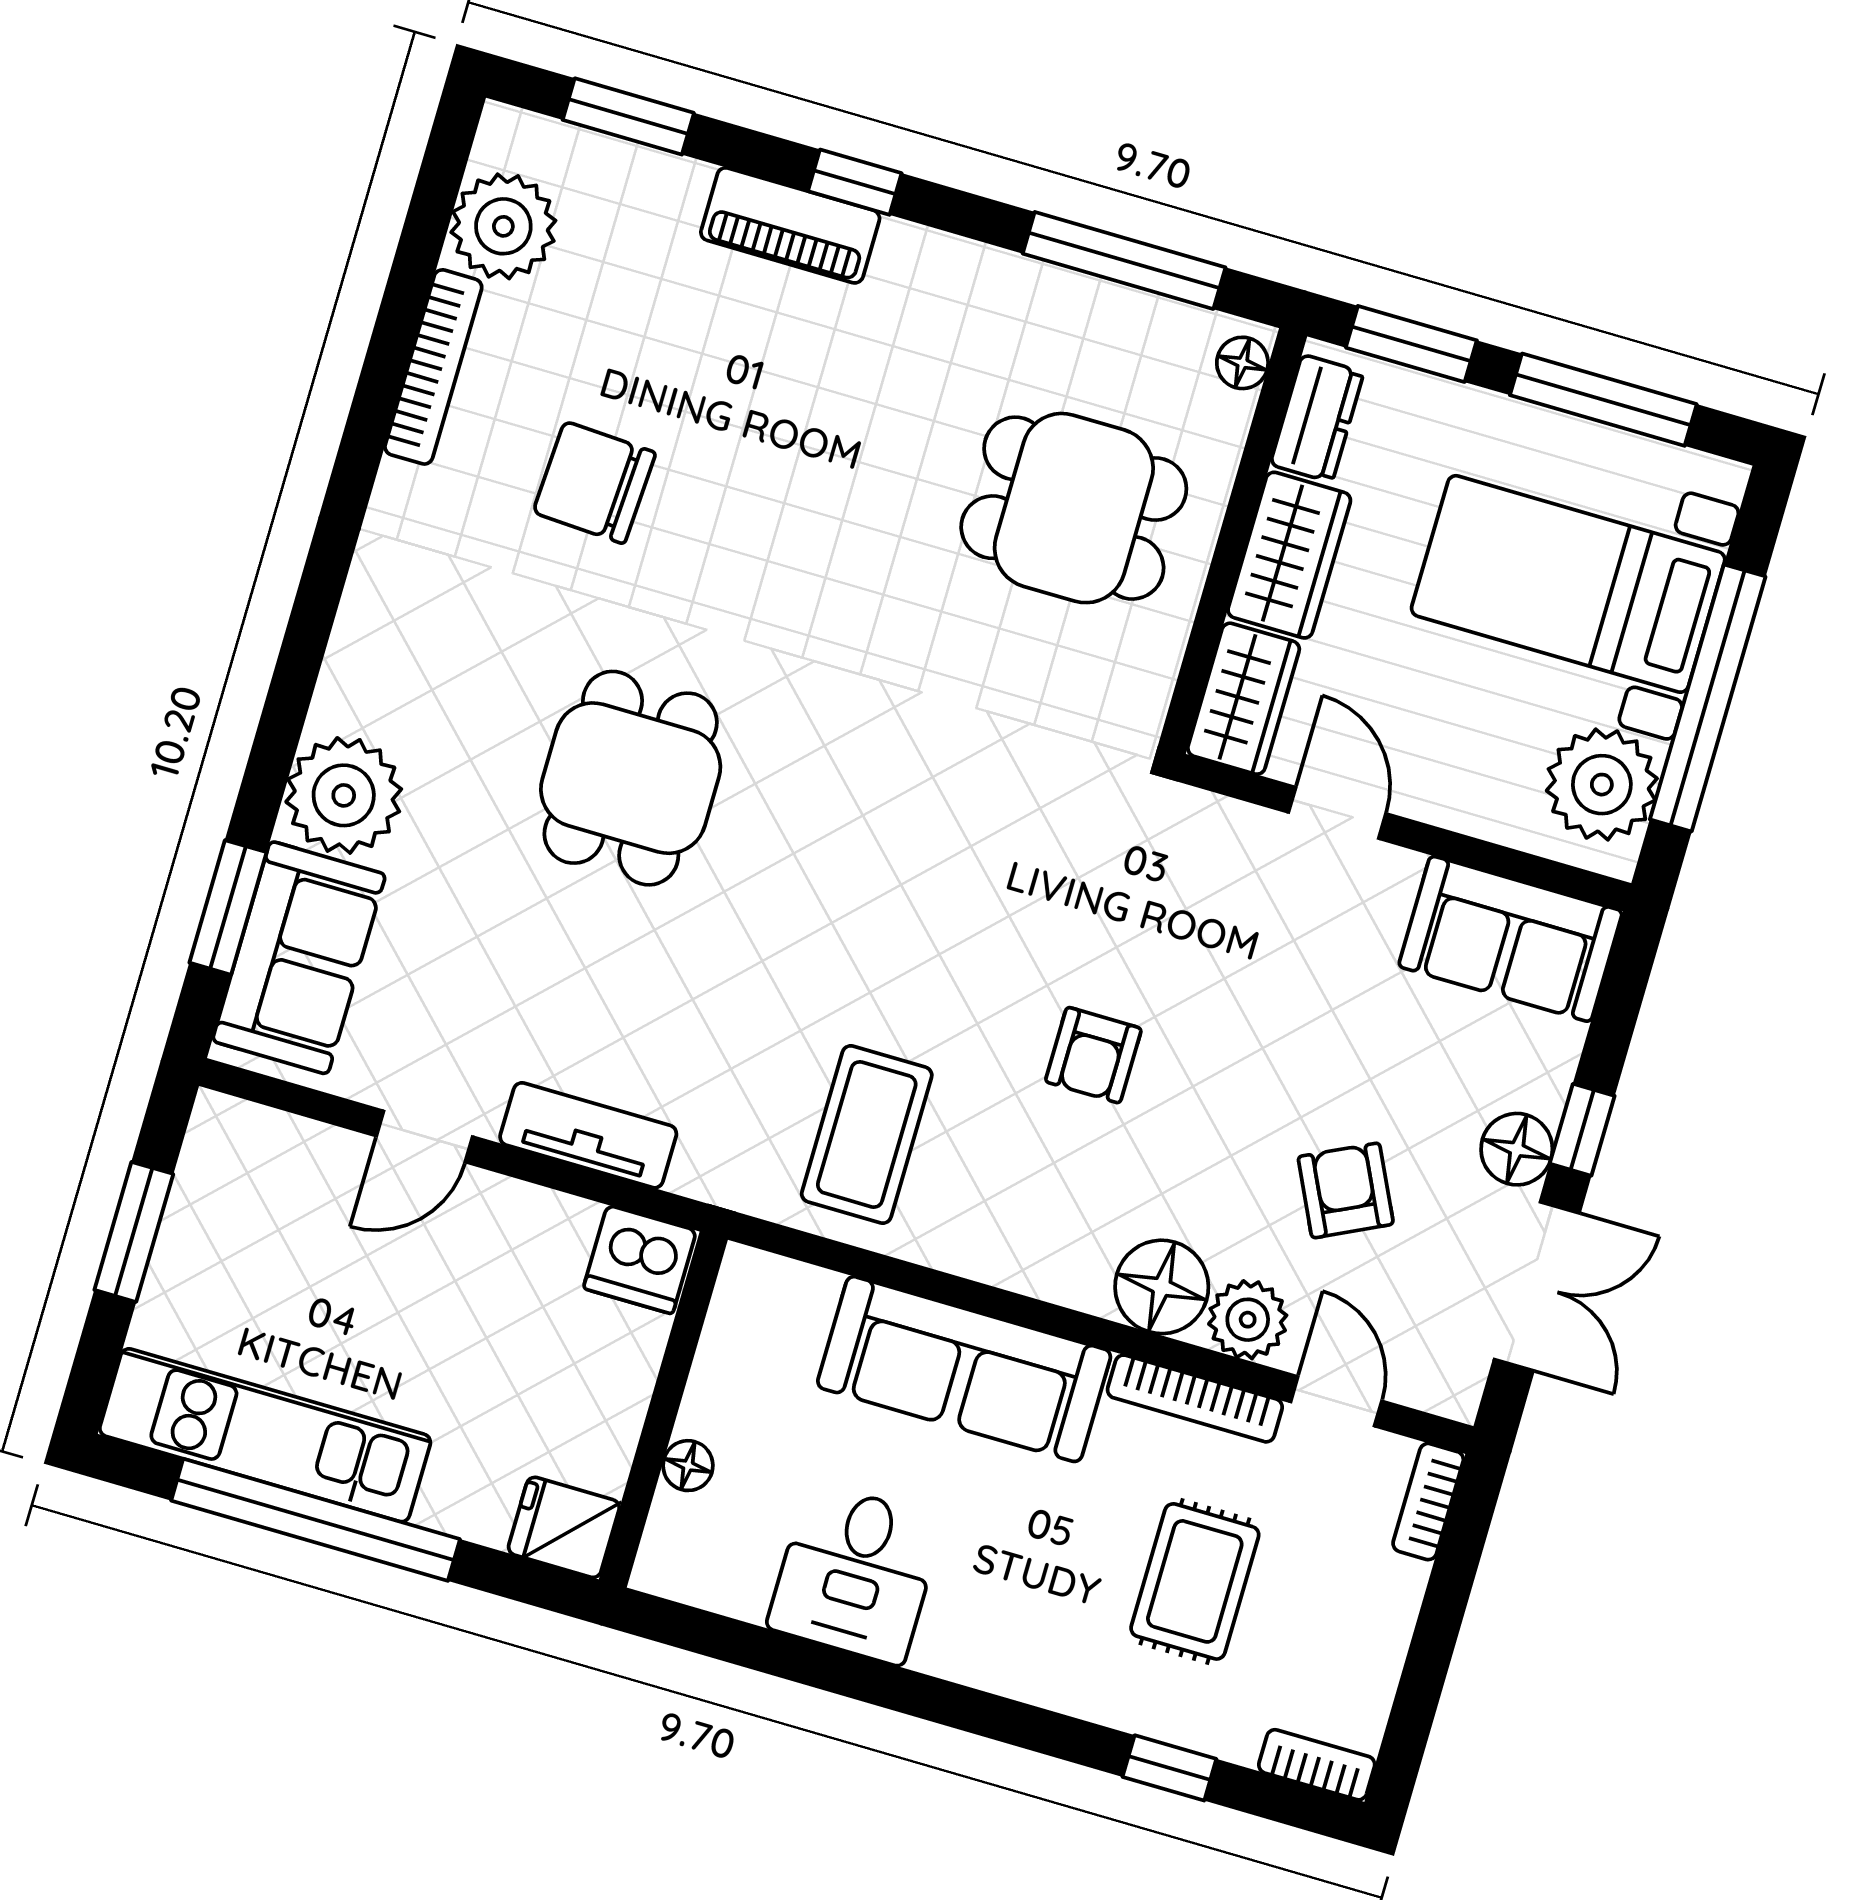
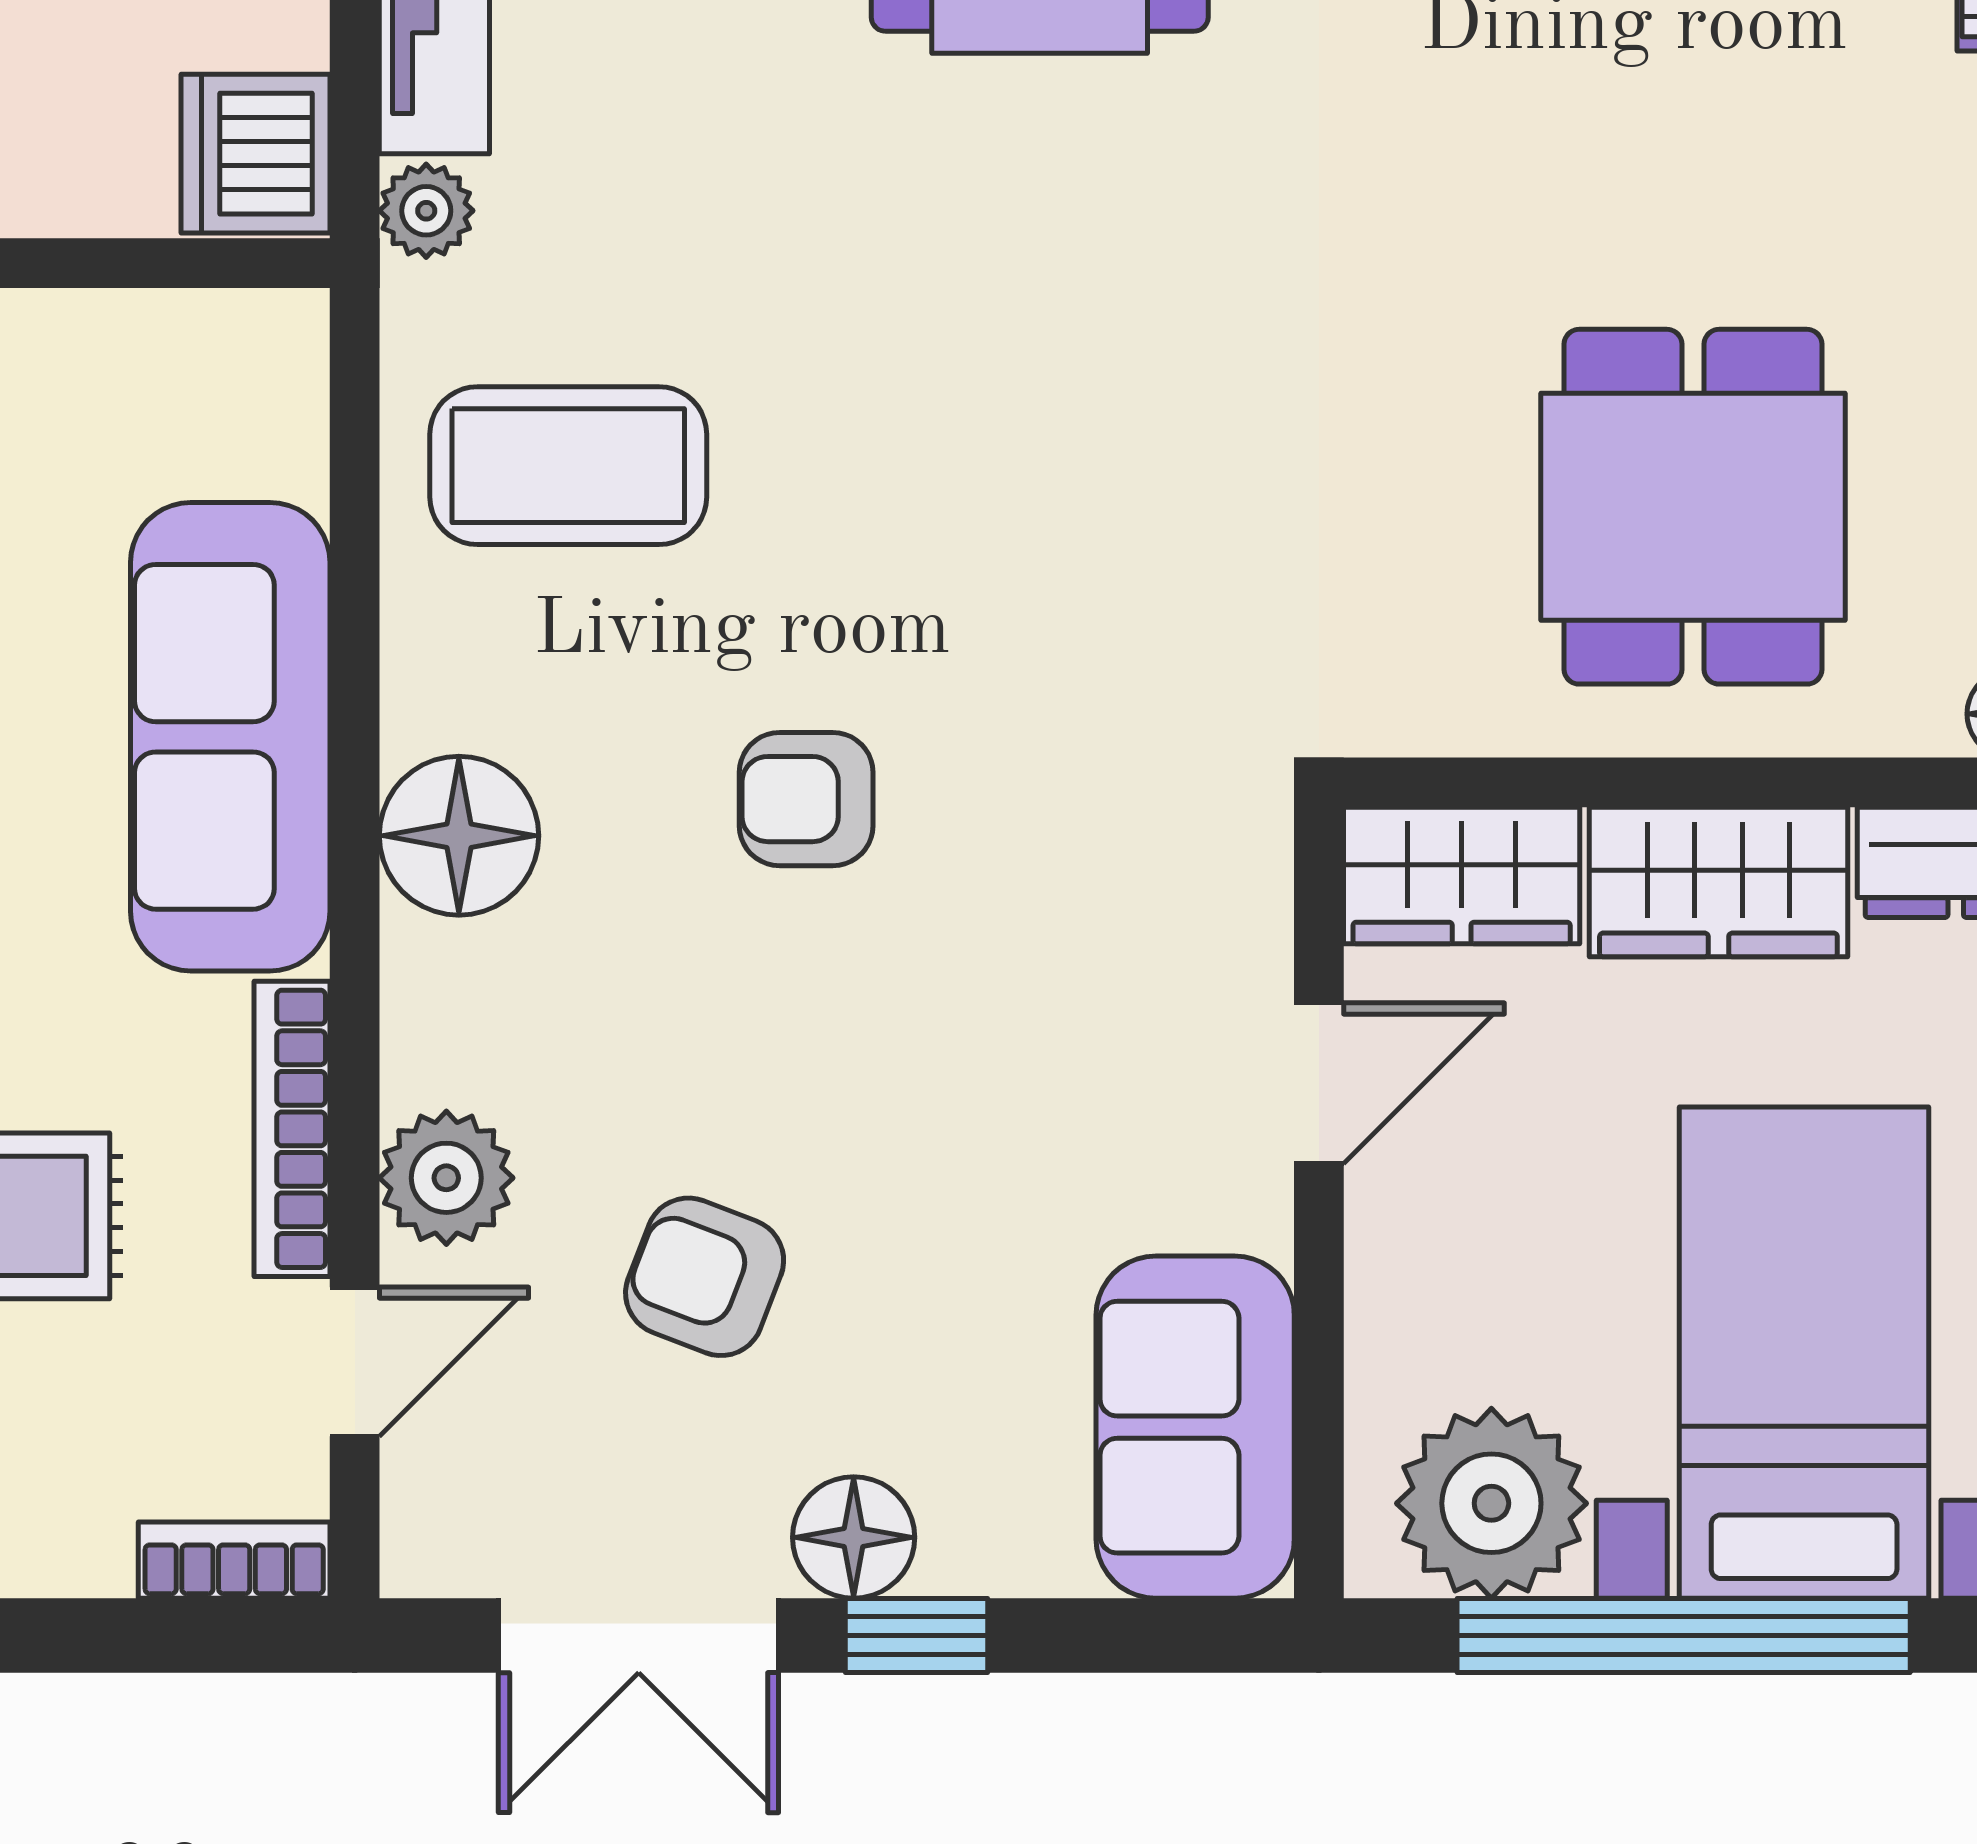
plant: (700, 1173) -> (426, 211), added
armchair: (1346, 1190) -> (705, 1277), turned -133
floor lamp: (1162, 1287) -> (459, 836), moved

